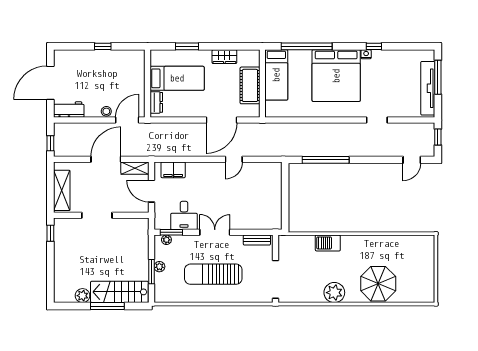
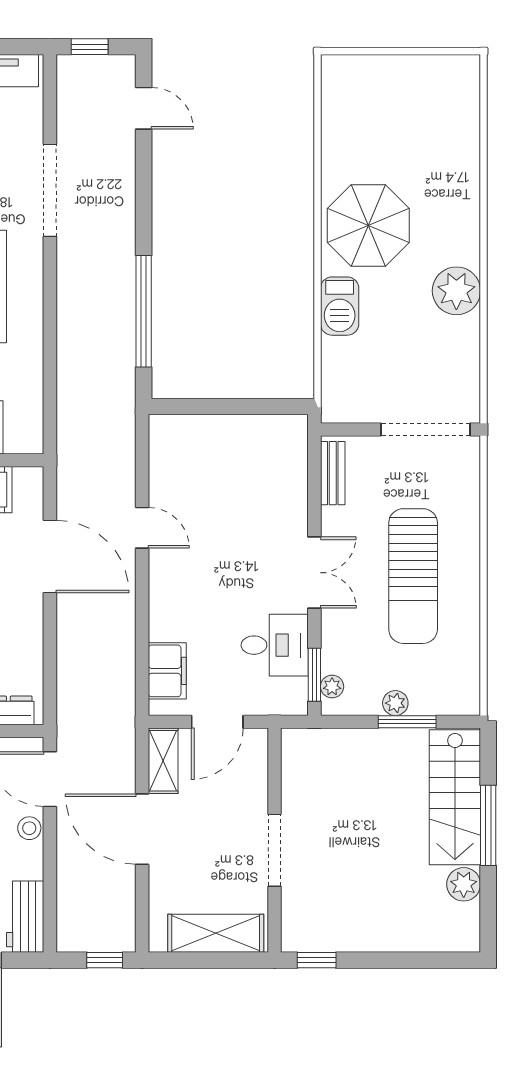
doorway: (377, 120) -> (50, 190), width x1.87
double door: (215, 232) -> (314, 573), swing flipped
parasol: (378, 284) -> (368, 225), moved

